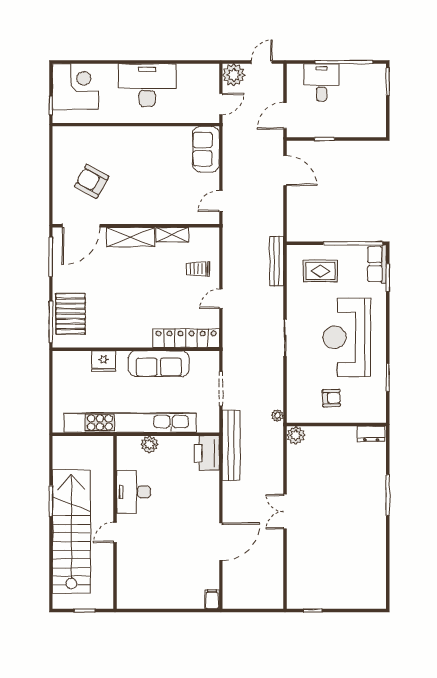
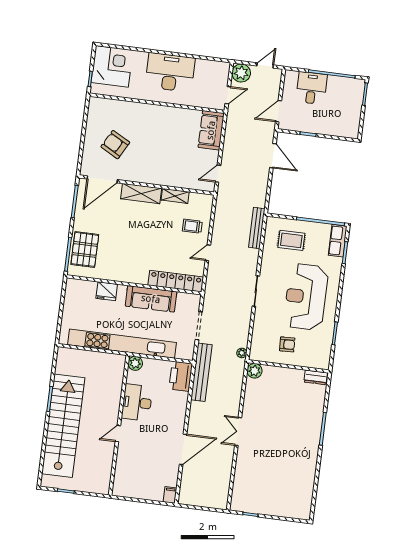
desk: (134, 492) -> (137, 403), moved
wall: (115, 522) -> (119, 425), moved
door: (115, 533) -> (118, 434), moved

